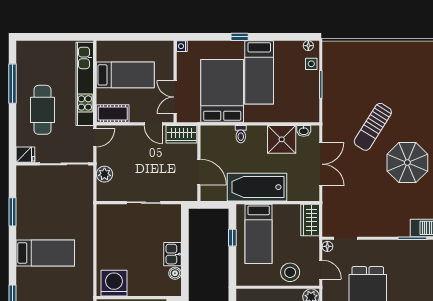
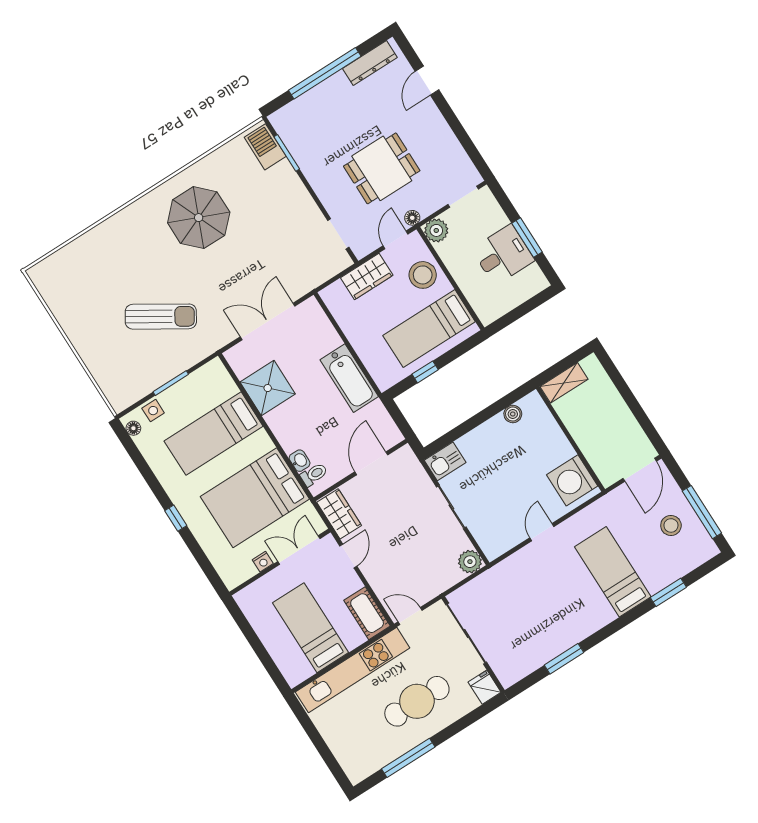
nightstand: (182, 46) -> (263, 562), moved
bed: (259, 72) -> (214, 434), moved, turned 180
double door: (175, 97) -> (299, 550), swing flipped
sun lounger: (373, 127) -> (161, 317), moved
washbasin: (304, 131) -> (300, 461), moved
toilet: (241, 134) -> (314, 474), moved
plant: (104, 174) -> (470, 562), moved
bathtub: (257, 187) -> (349, 378), width x0.73, depth x0.73
wardrobe: (310, 220) -> (367, 276), moved
bed: (259, 234) -> (429, 329), moved, turned 180
door: (95, 246) -> (542, 532), added
floor lamp: (327, 246) -> (412, 218), moved
bed: (45, 253) -> (613, 572), moved
kitchen sink: (173, 254) -> (445, 461), moved

